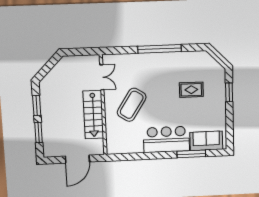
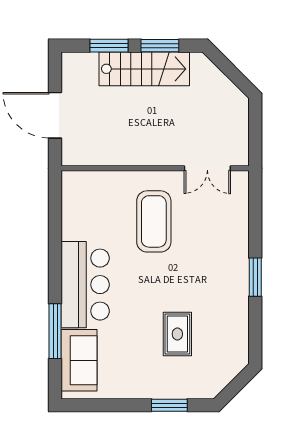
window: (160, 49) -> (255, 277), width x0.47
coffee table: (132, 105) -> (154, 221), turned 57
stairs: (93, 115) -> (144, 69), moved, turned 180

